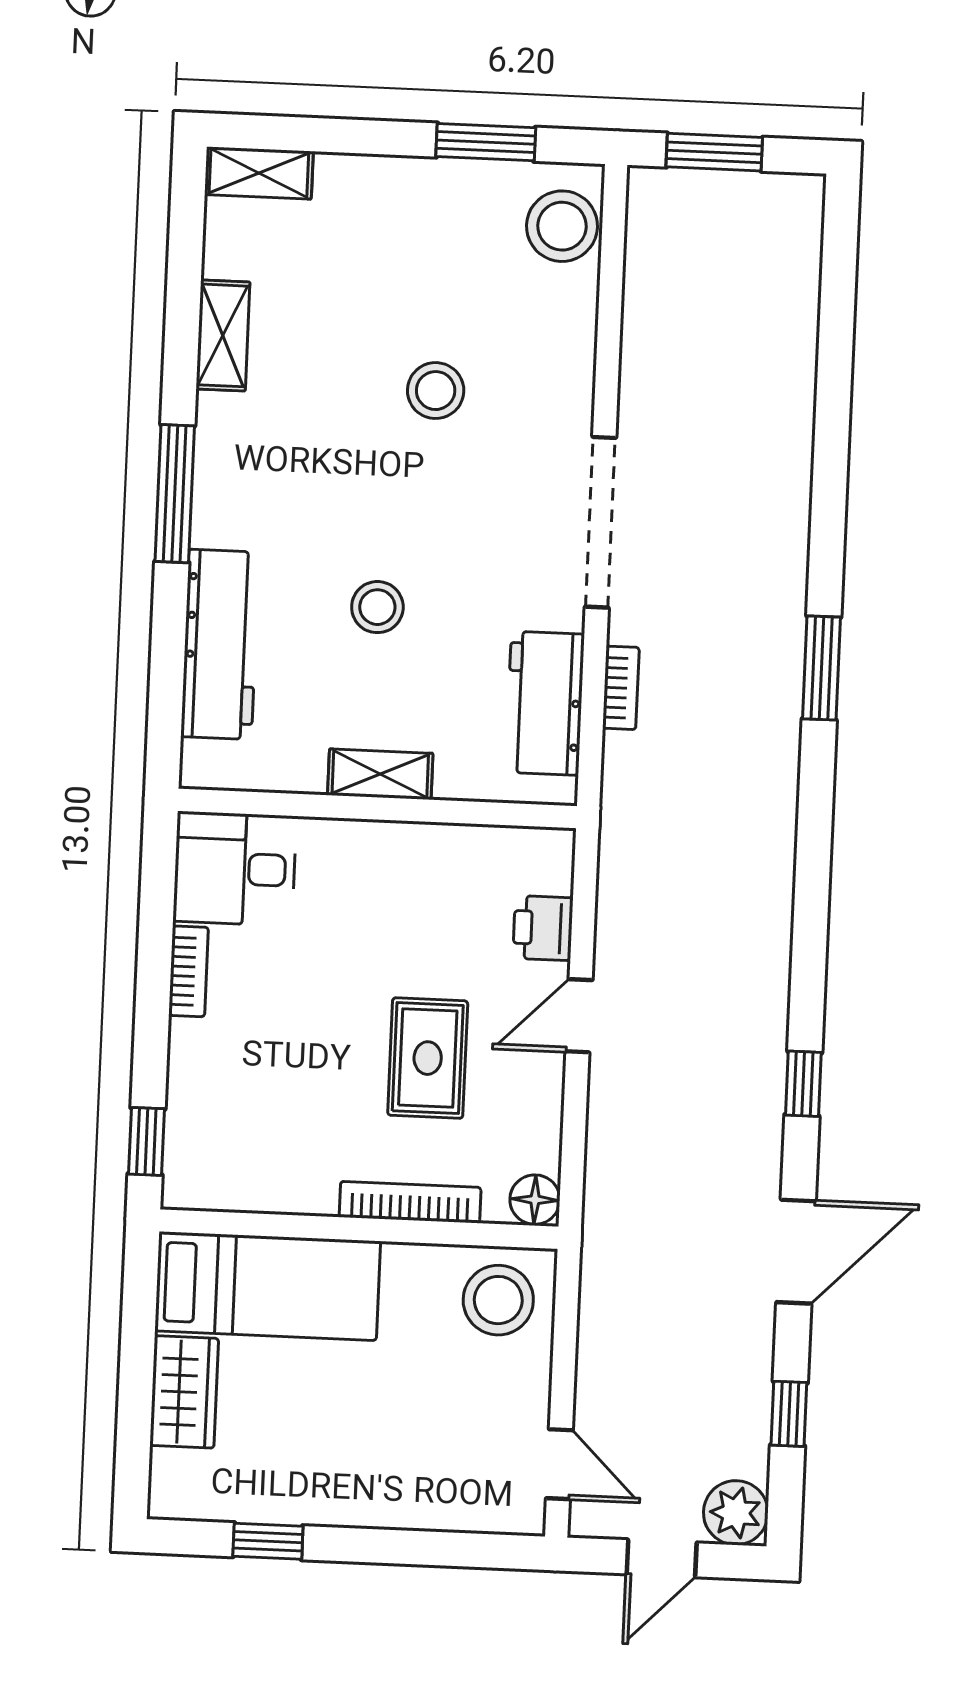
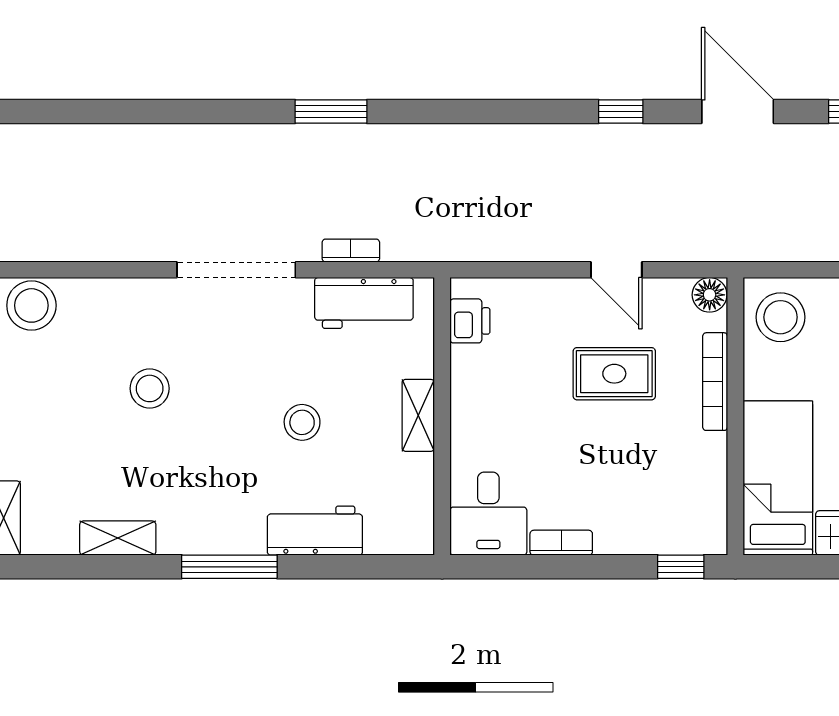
workbench: (220, 644) -> (315, 531), width x0.73
printer: (543, 928) -> (470, 321), moved, turned -90
door: (579, 1016) -> (616, 270), moved

